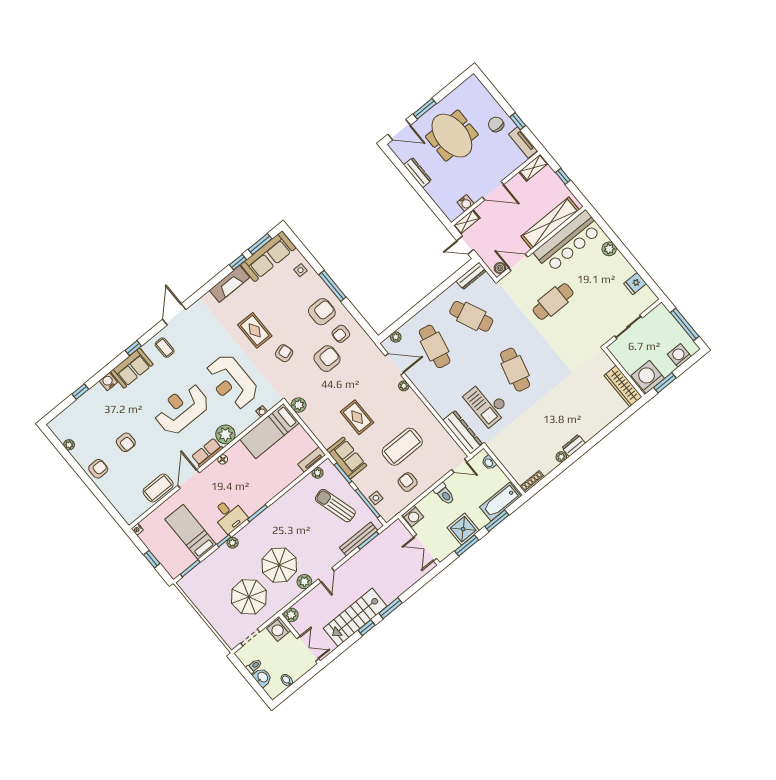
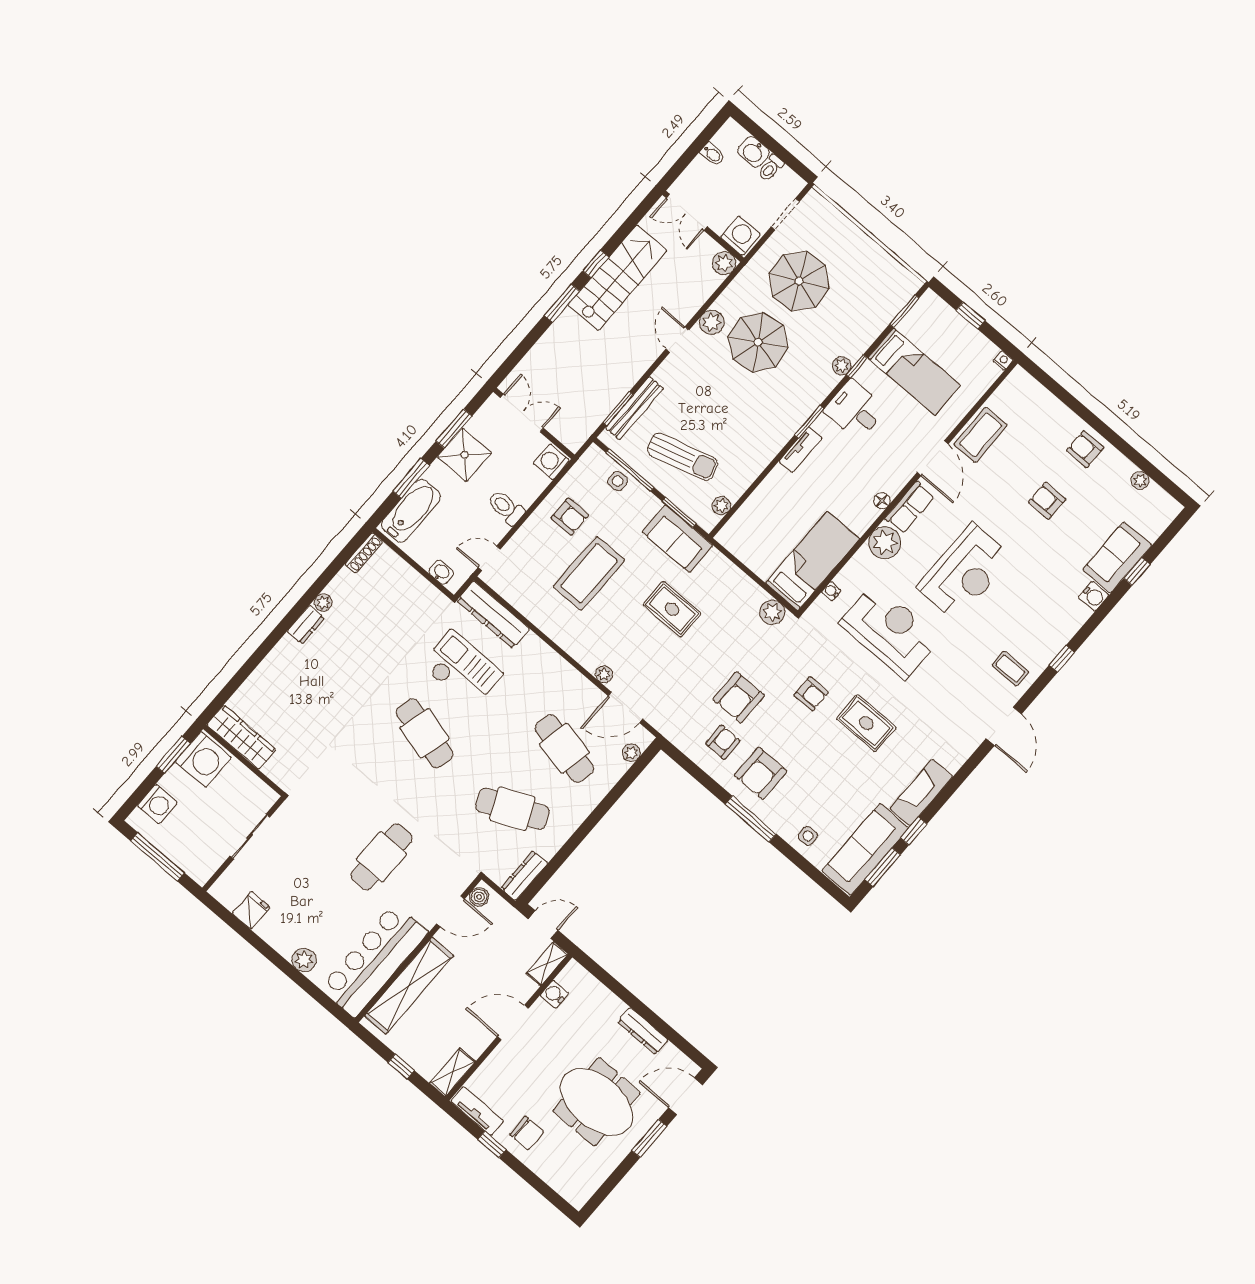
armchair: (284, 353) -> (811, 694), turned -73
sofa: (132, 368) -> (1117, 557), moved
tv unit: (312, 460) -> (801, 450), moved
armchair: (98, 469) -> (1085, 449), turned 90

